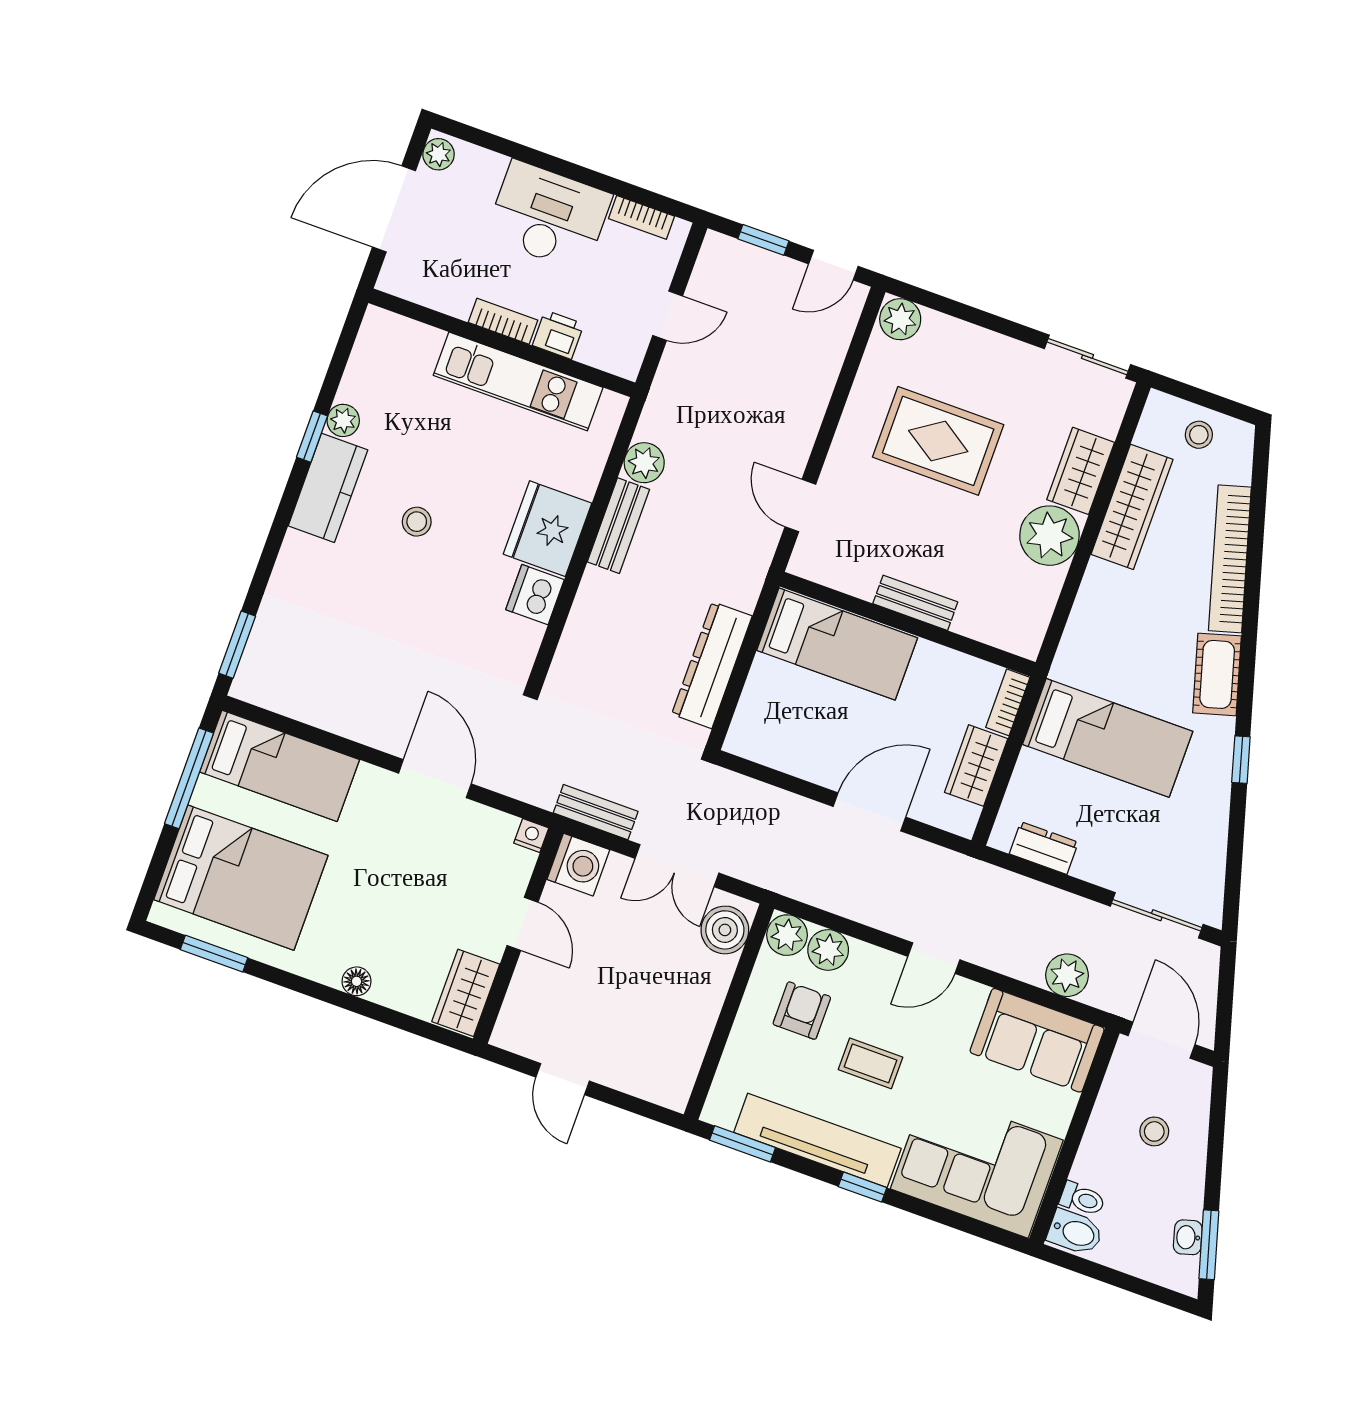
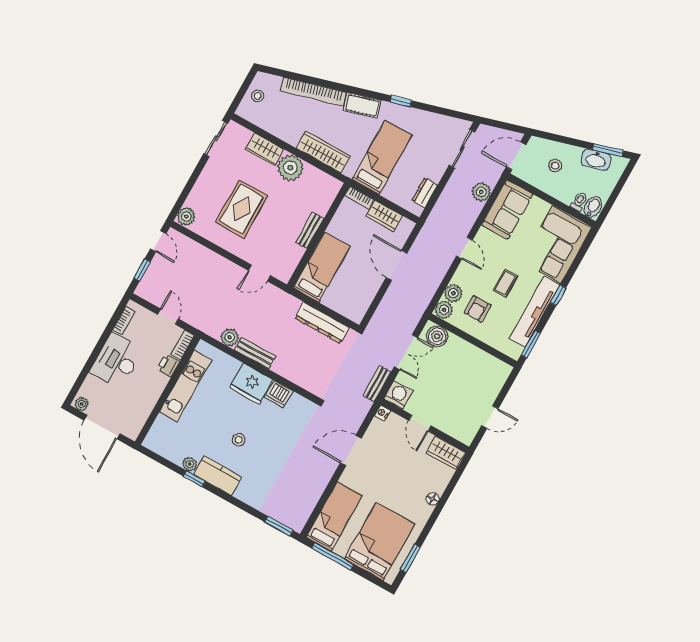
bookcase: (503, 321) -> (183, 345), moved
wardrobe: (1132, 507) -> (323, 152), moved
door: (523, 924) -> (420, 423), swing flipped
armchair: (802, 1011) -> (477, 309), turned -90
washbasin: (1188, 1237) -> (596, 160), width x1.91, depth x1.45

